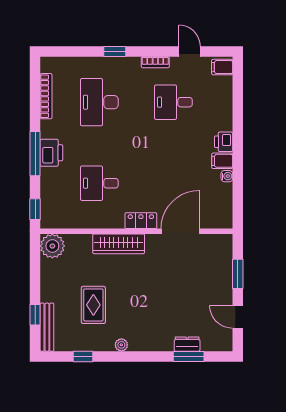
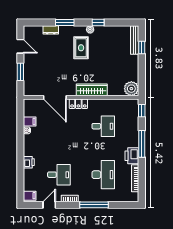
window: (115, 52) -> (94, 205), width x2.17
door: (190, 52) -> (49, 205), swing flipped
printer: (224, 142) -> (29, 162), moved
printer: (51, 153) -> (132, 156), moved
filing cabinet: (222, 161) -> (30, 122), moved
door: (180, 231) -> (55, 97), hinge flipped
rug: (93, 305) -> (81, 48), moved
window: (83, 356) -> (98, 23), moved
window: (189, 356) -> (65, 23), moved

